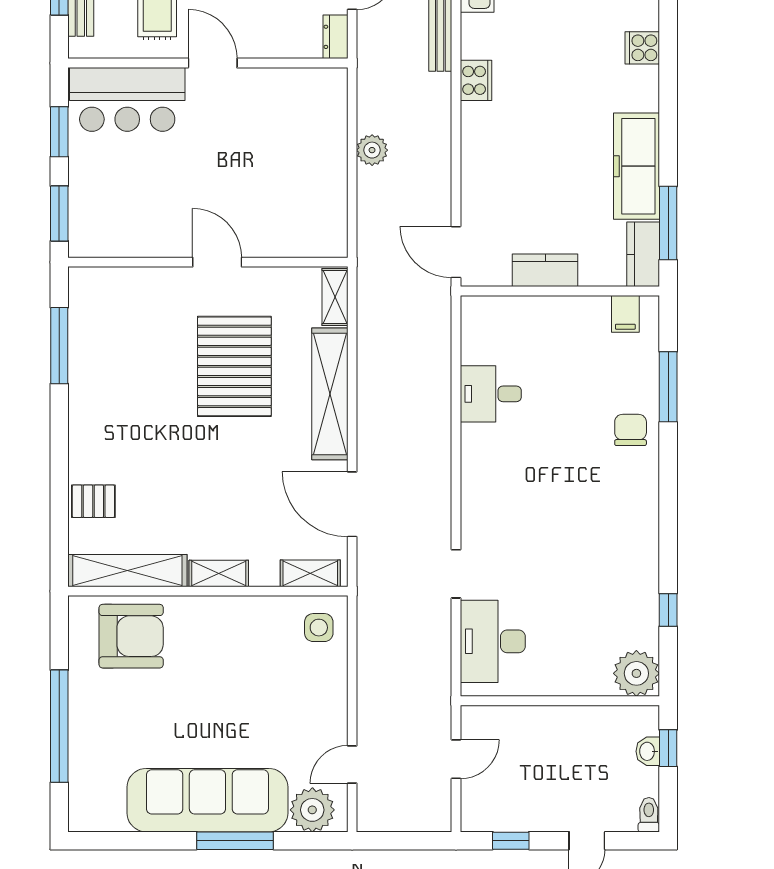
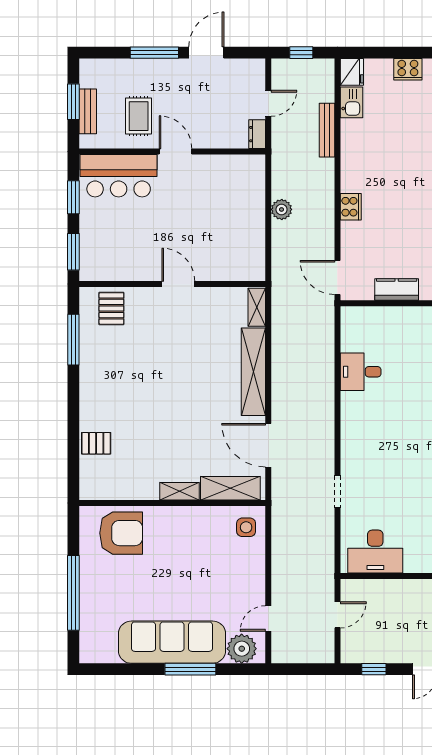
cooker: (476, 80) -> (351, 207), moved
pallet: (234, 366) -> (111, 308), moved, width x0.49, depth x0.50
shelving: (127, 571) -> (119, 489), removed
shelving: (310, 573) -> (230, 488), width x1.50, depth x1.33
desk: (493, 641) -> (375, 552), moved, turned -90

